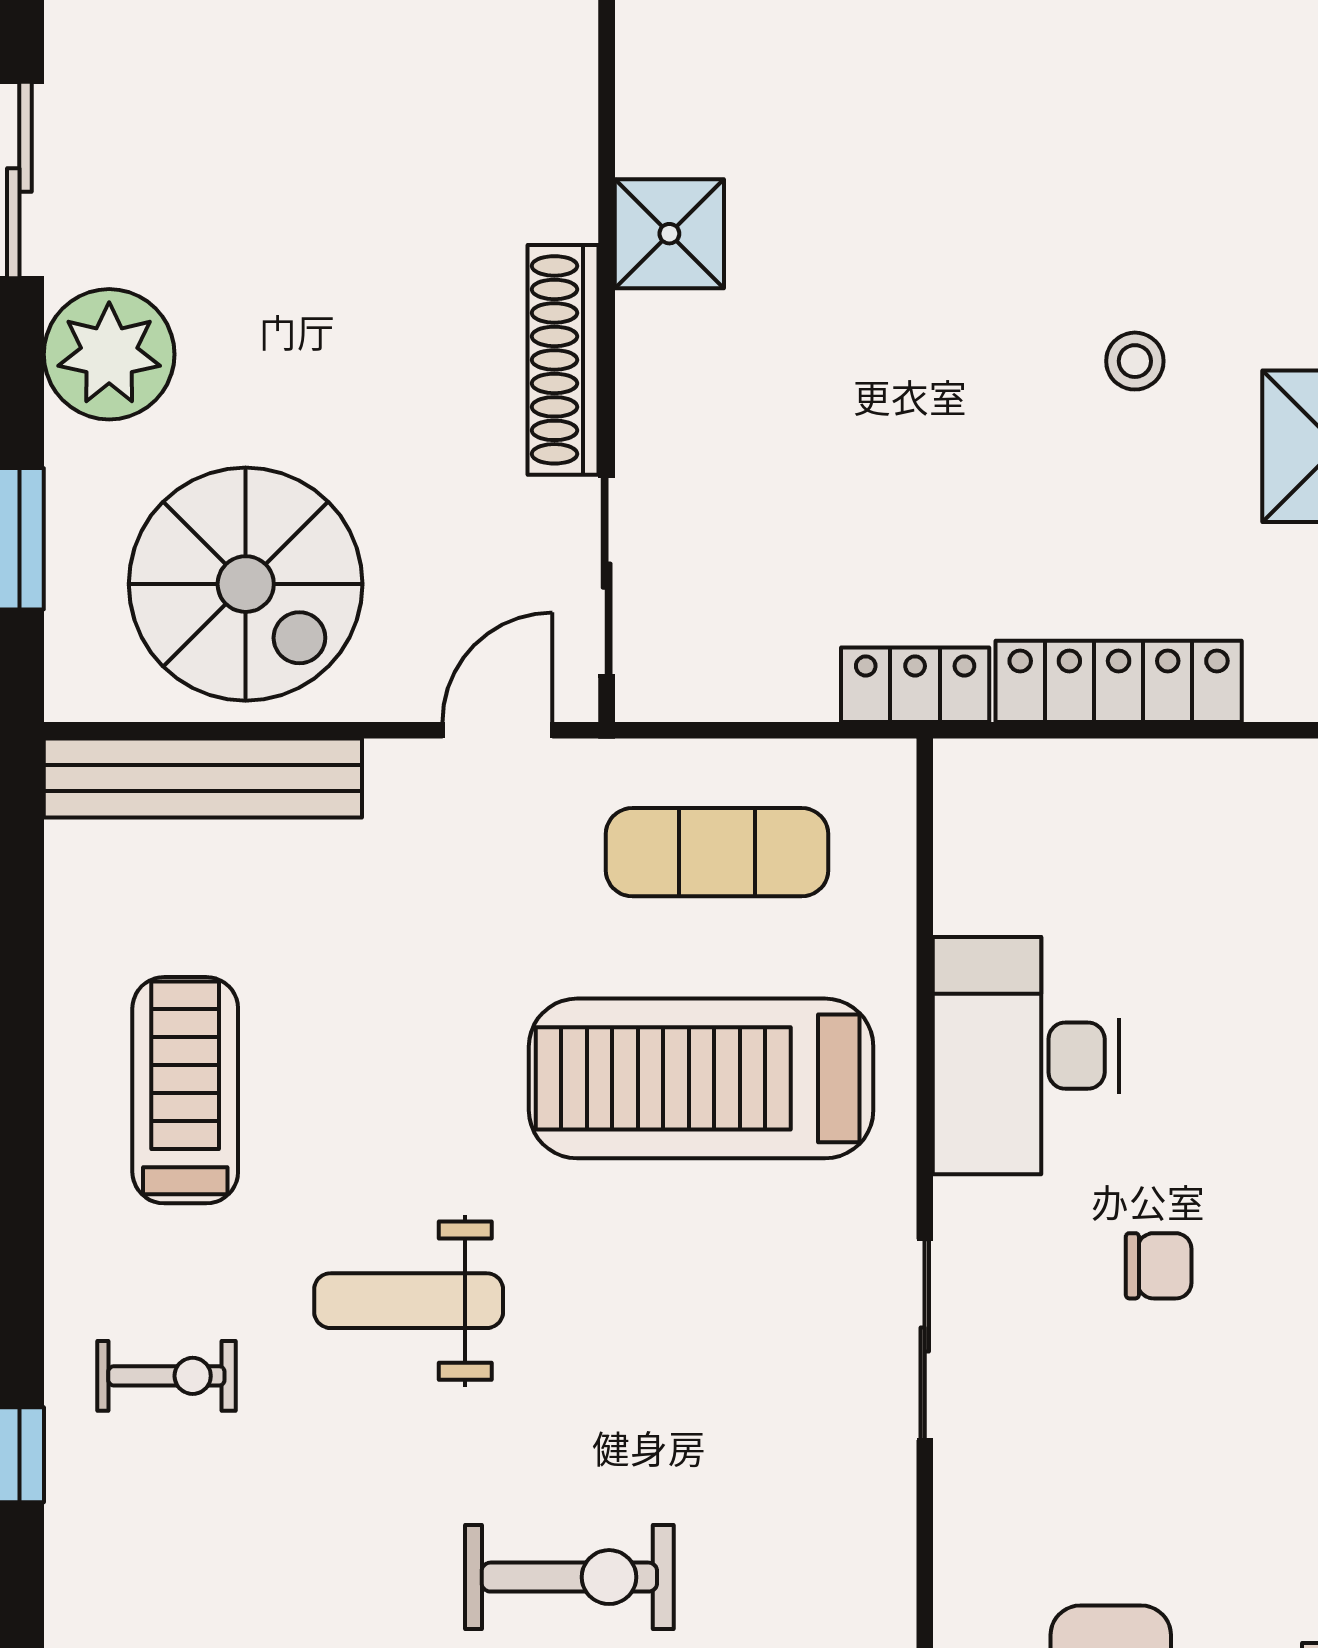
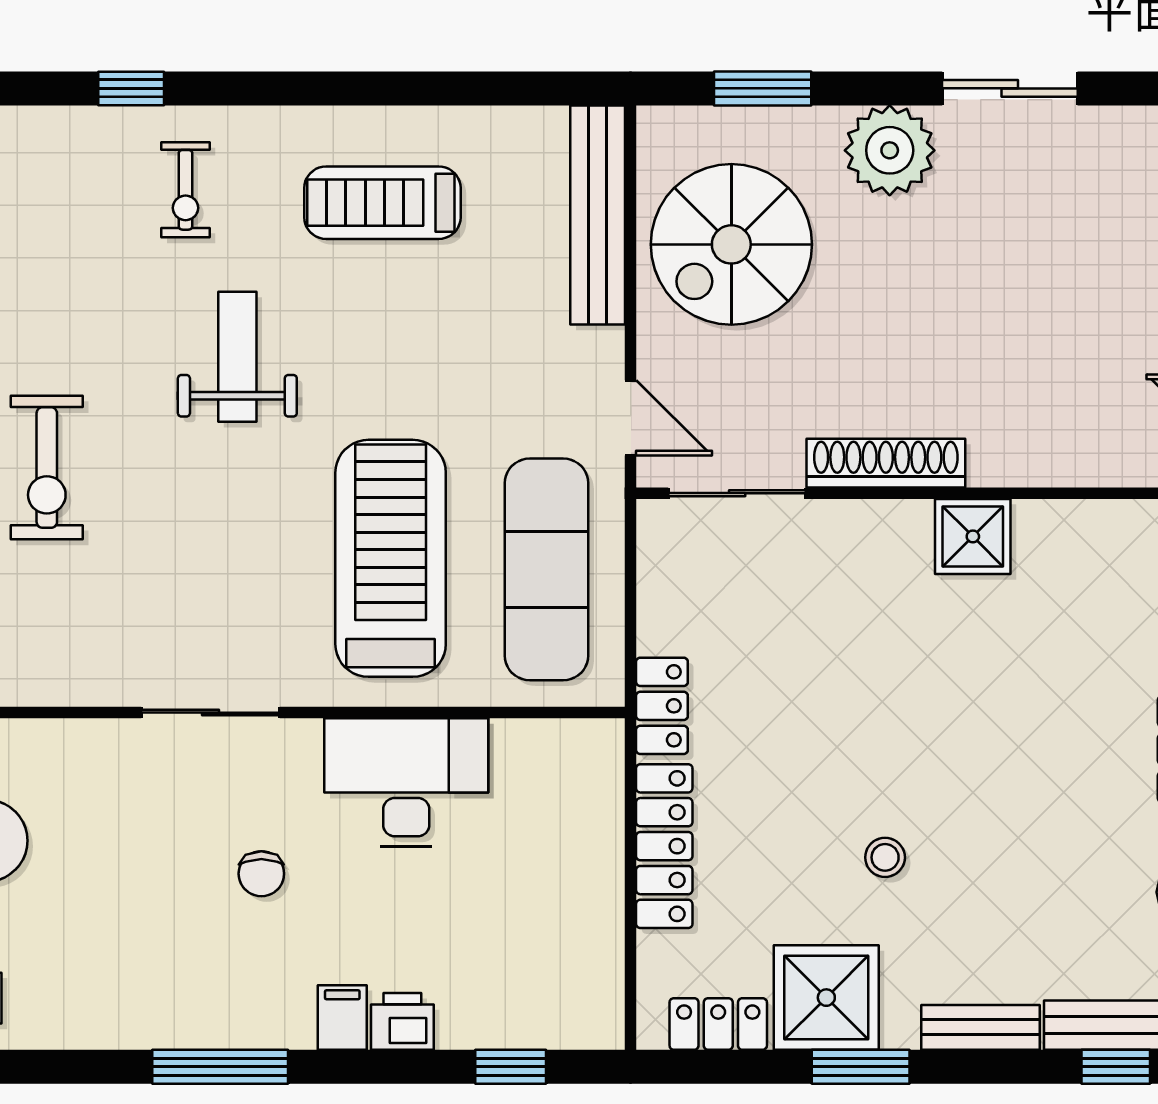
exercise mat: (717, 852) -> (546, 569), width x1.36, depth x1.45
treadmill: (185, 1090) -> (382, 203), turned 180

